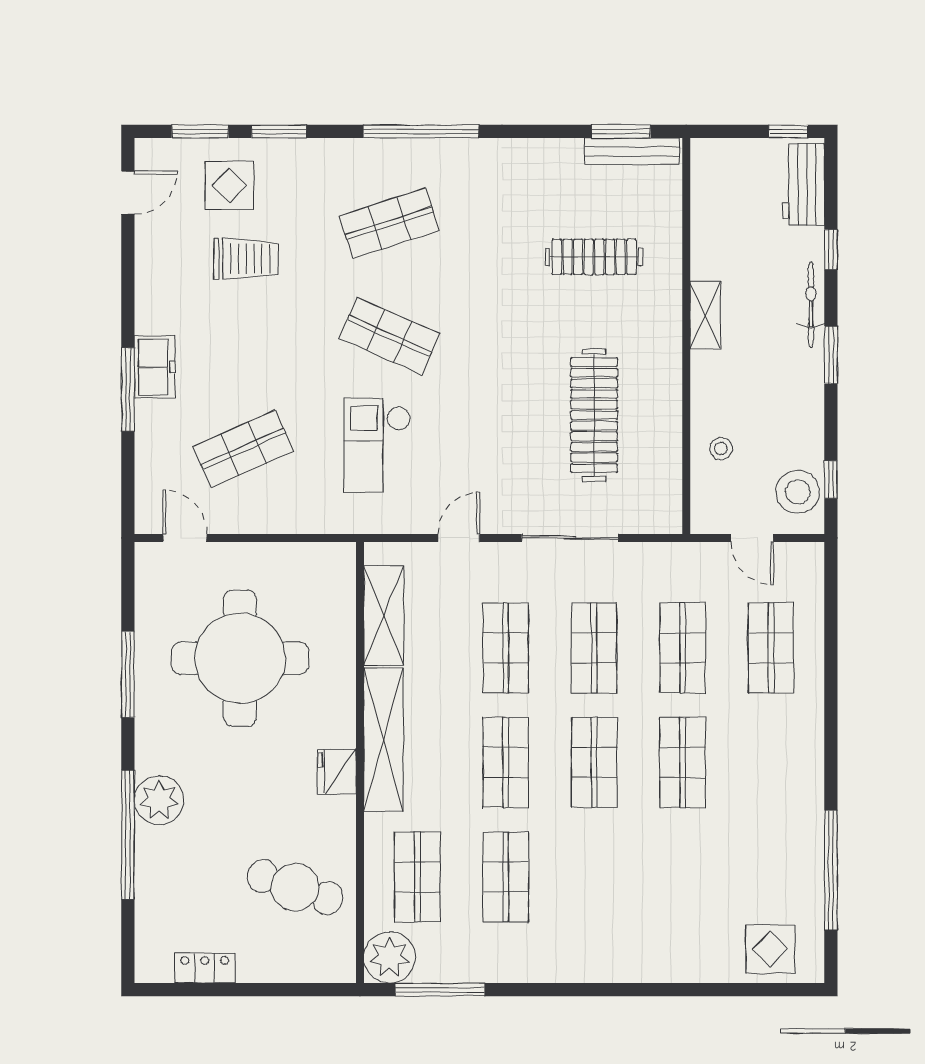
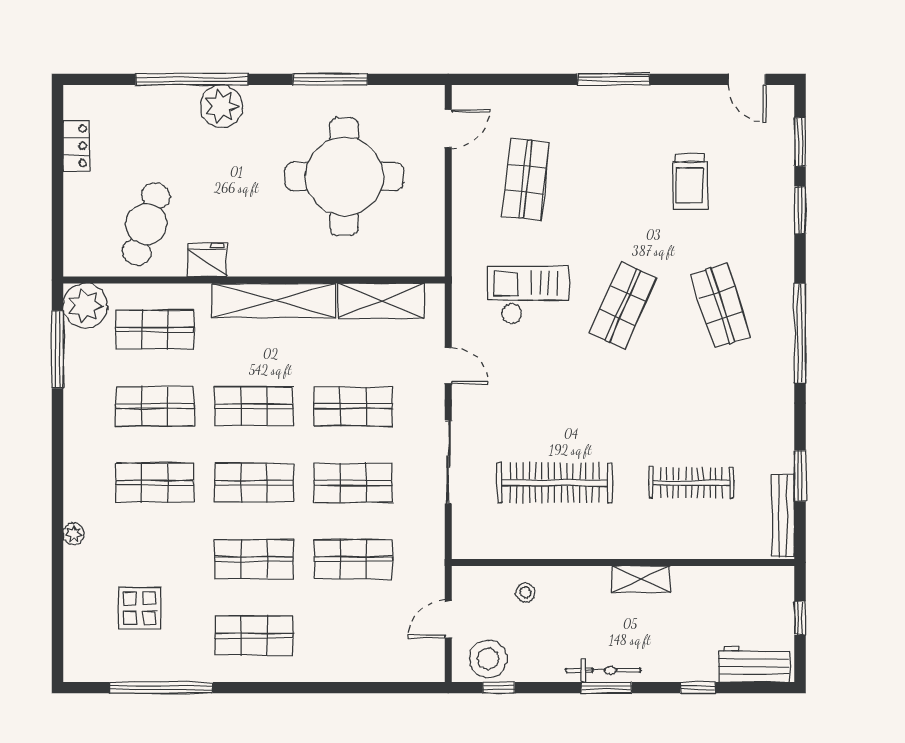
window: (621, 131) -> (800, 476), moved
window: (788, 131) -> (800, 618), moved
display table: (229, 185) -> (753, 167), removed
clothes rail: (594, 257) -> (691, 483), turned 90
bicycle: (811, 304) -> (603, 670), moved
freezer: (155, 367) -> (596, 103), removed
window: (128, 390) -> (614, 79), moved
shop shelf: (243, 449) -> (525, 179), turned 30
shop shelf: (771, 648) -> (254, 636), moved
fridge: (337, 772) -> (207, 260), moved
shop shelf: (594, 877) -> (155, 483), added
display table: (770, 949) -> (140, 608), moved
plant: (653, 971) -> (74, 534), added

